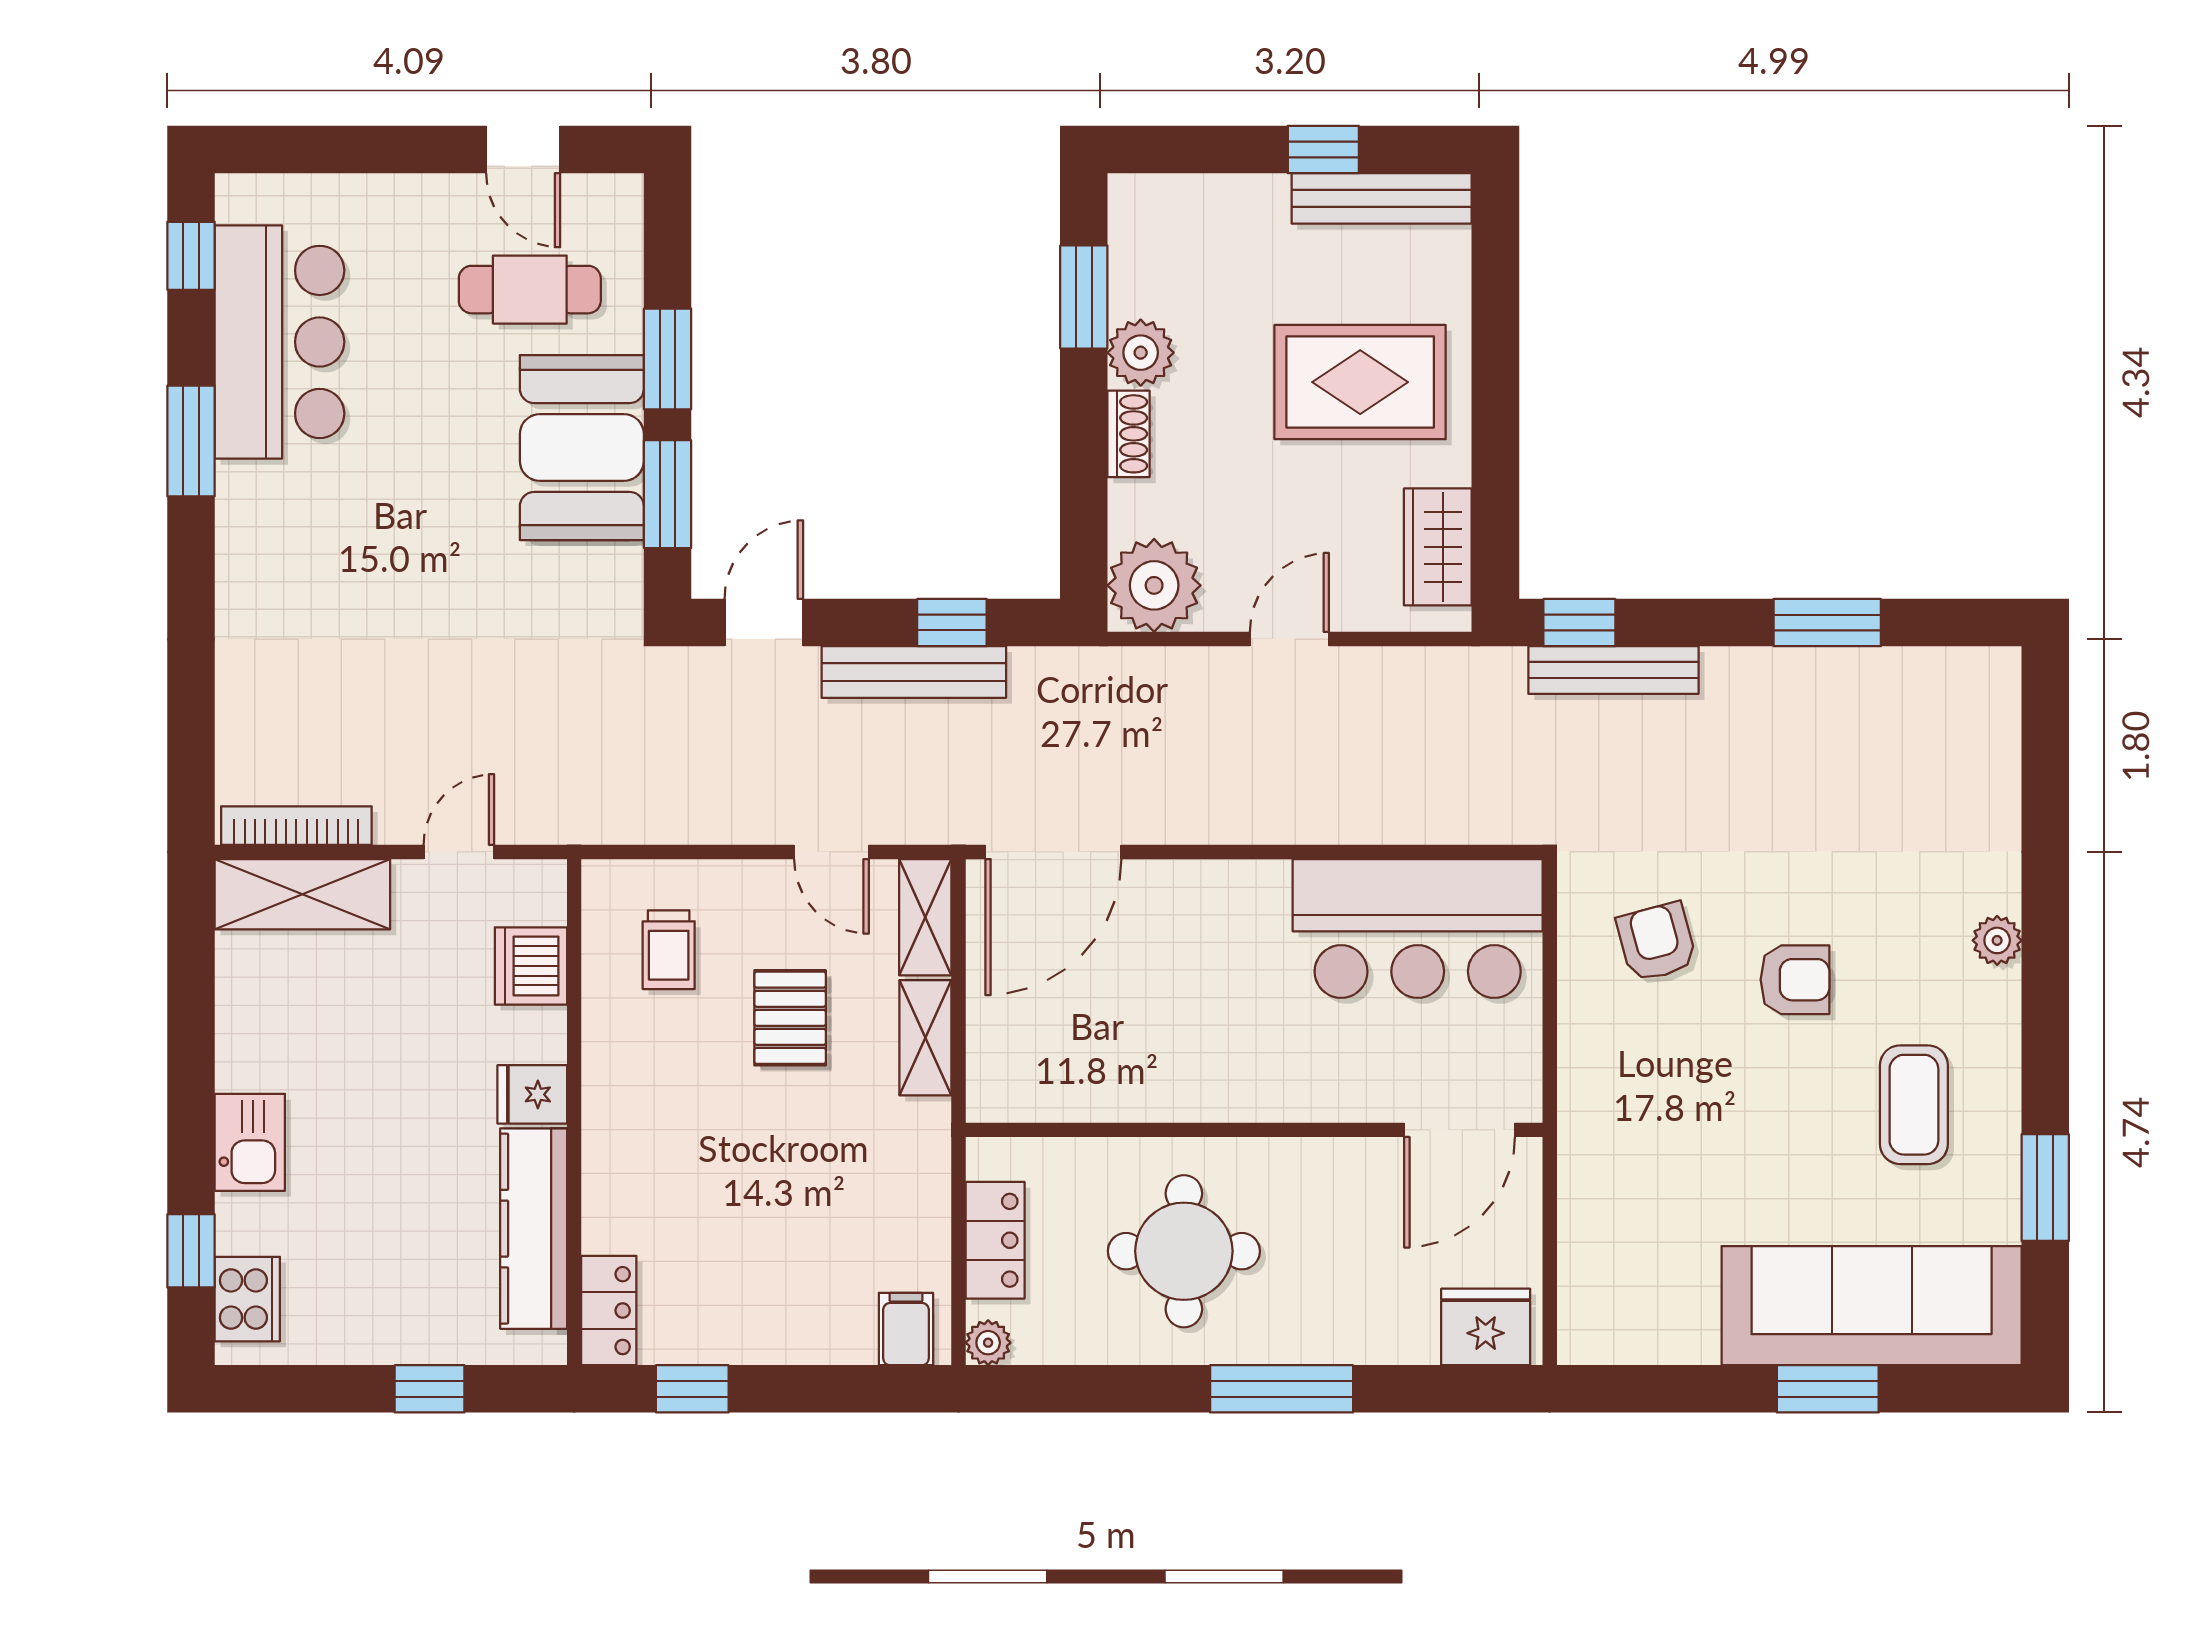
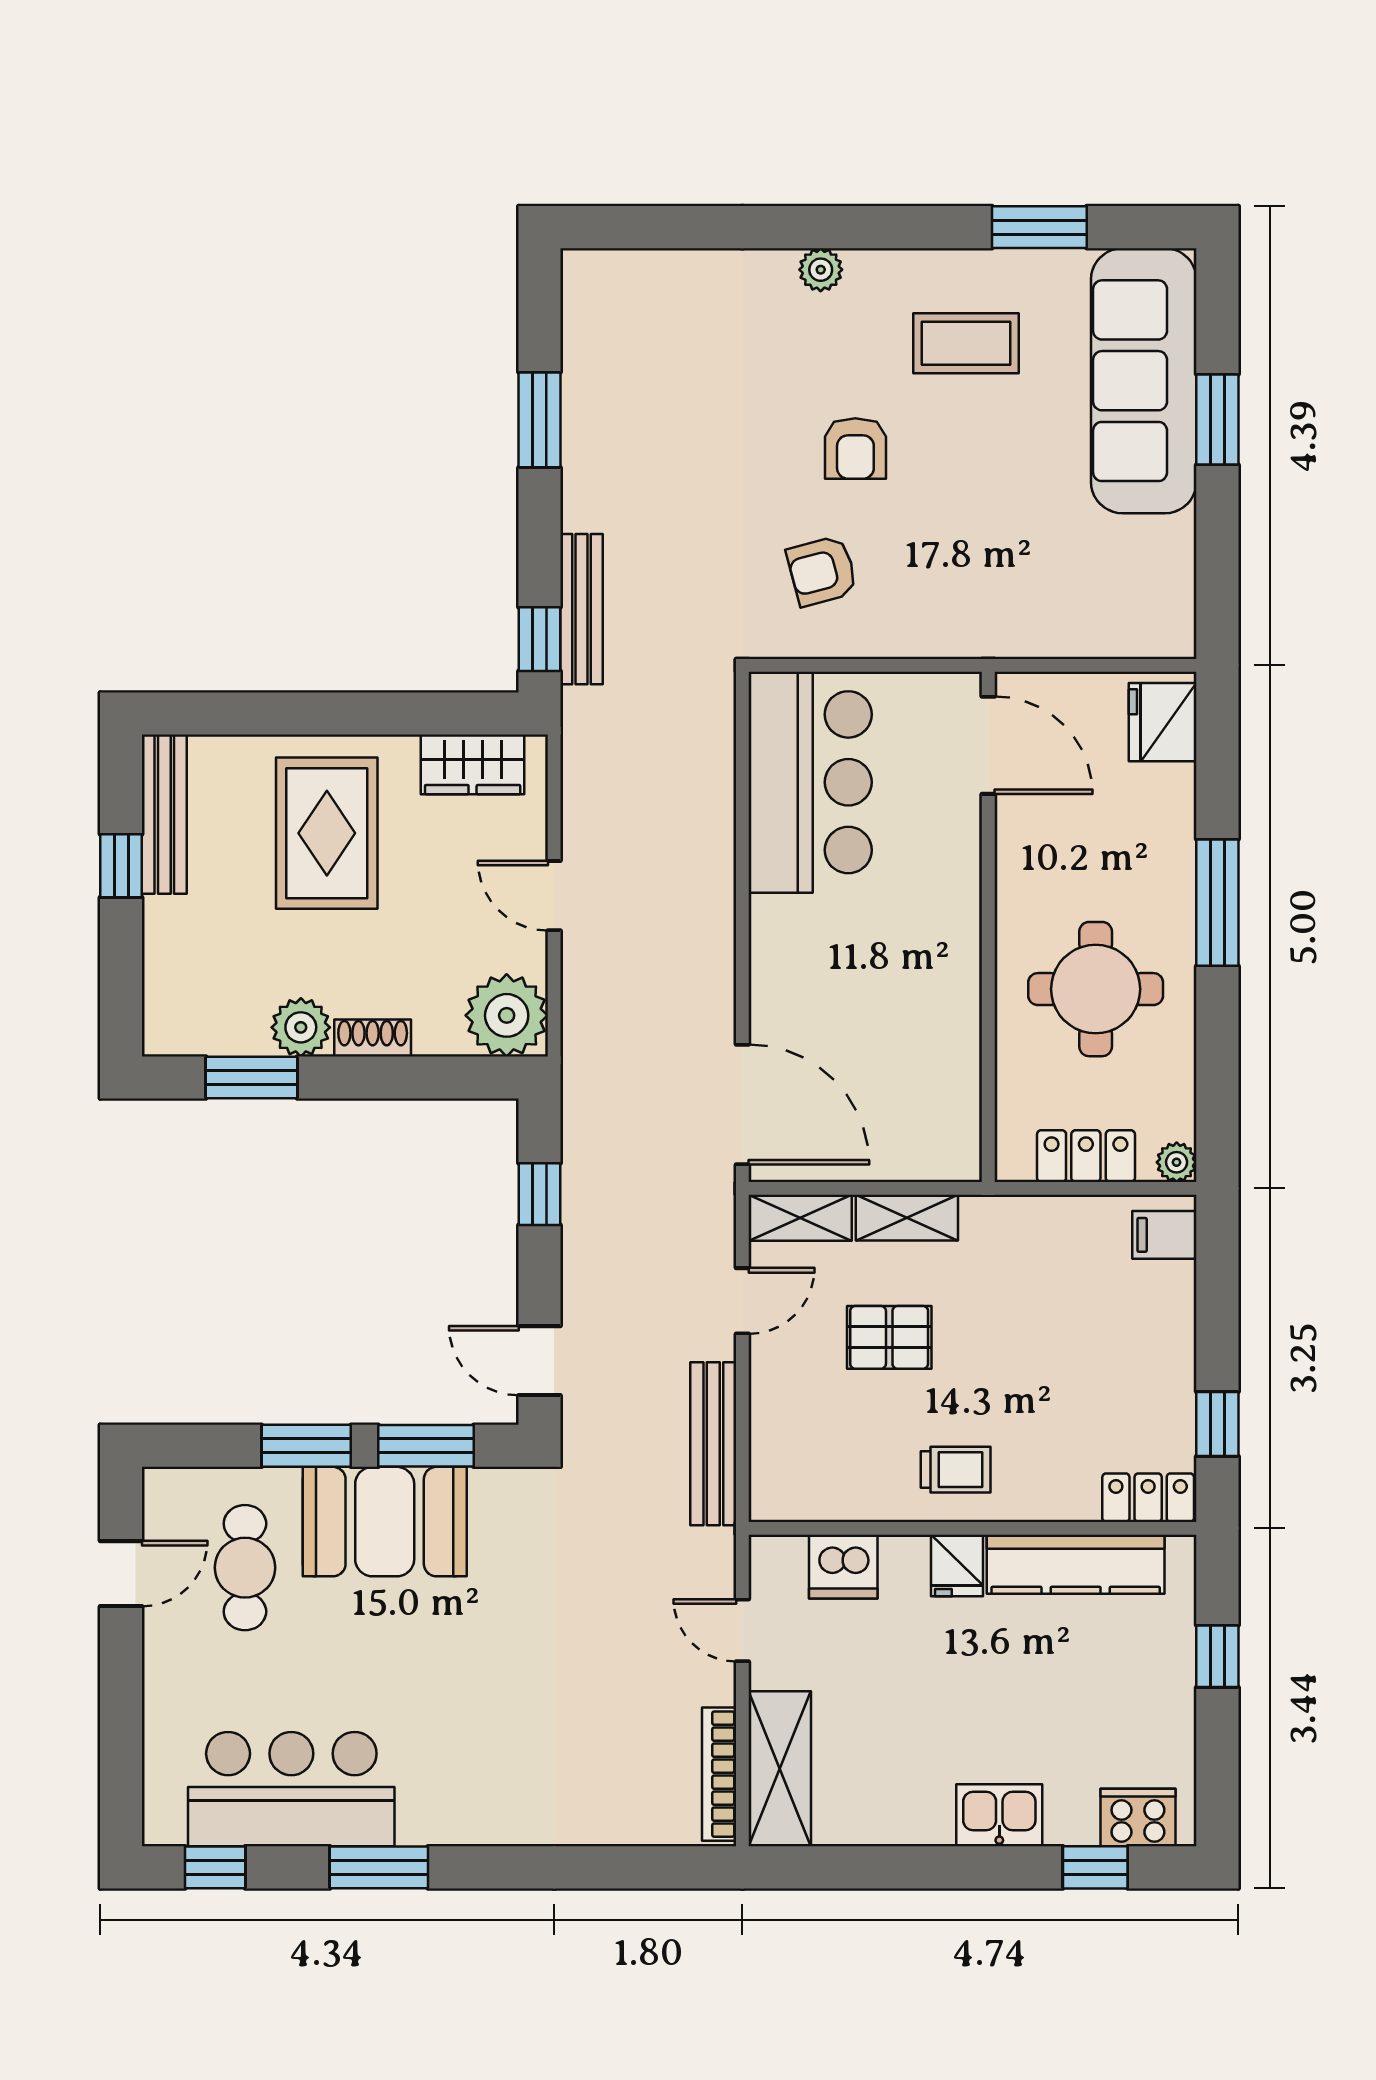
bench: (914, 672) -> (713, 1444), moved
trolley: (669, 950) -> (956, 1470), moved
armchair: (1795, 980) -> (855, 449), turned 180

